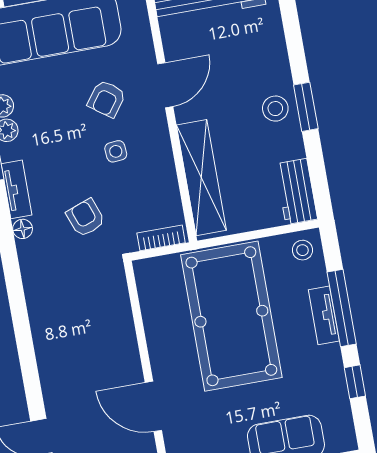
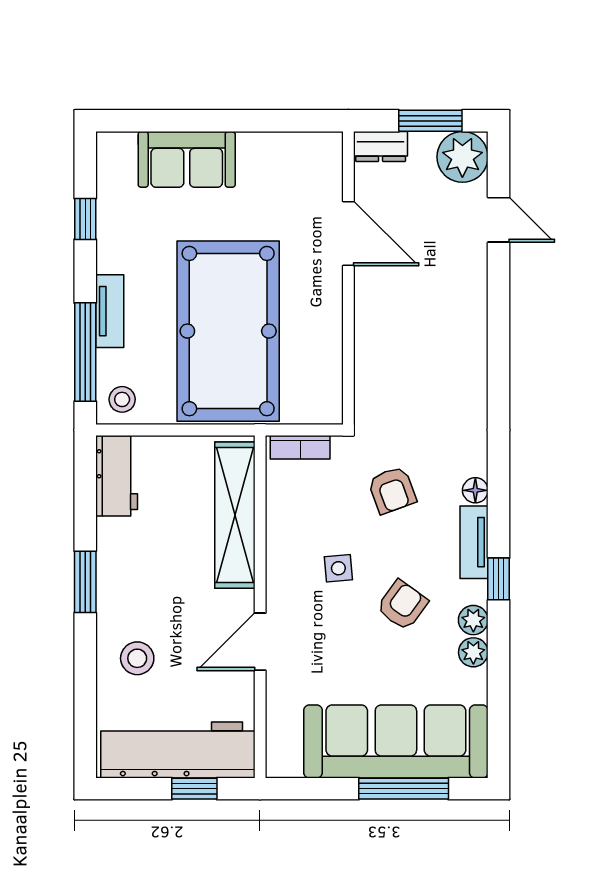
armchair: (107, 99) -> (402, 605), moved
stool: (275, 109) -> (137, 658), moved
window: (342, 308) -> (85, 352), moved

